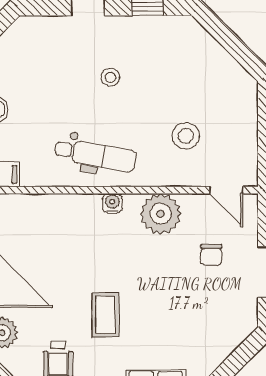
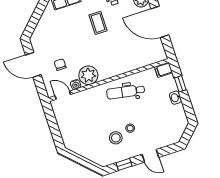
stool: (186, 136) -> (116, 138), moved
water cooler: (112, 203) -> (76, 85), moved

